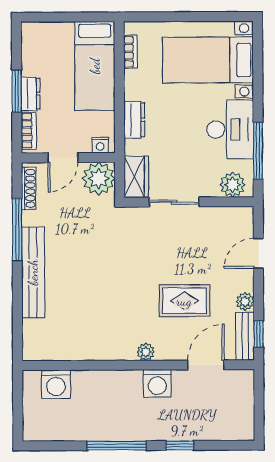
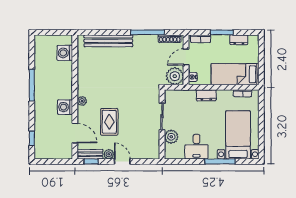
dresser: (31, 94) -> (239, 40), moved
desk: (230, 130) -> (196, 147), width x0.73
window: (258, 151) -> (220, 161), moved
door: (63, 158) -> (186, 57), hinge flipped
wardrobe: (136, 177) -> (176, 96), removed
plant: (233, 185) -> (171, 137), moved
door: (258, 253) -> (122, 161), moved
bench: (33, 272) -> (108, 41), moved
window: (180, 445) -> (32, 138), moved

